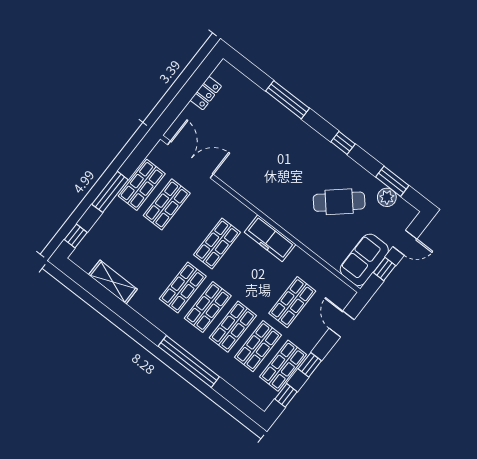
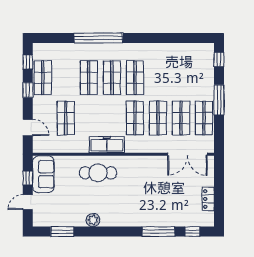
window: (343, 143) -> (192, 232), moved
plant: (387, 197) -> (93, 220), moved
cafe table: (339, 202) -> (98, 173), moved, turned 41
shelving: (113, 282) -> (177, 50), removed
shop shelf: (258, 346) -> (158, 118), moved

